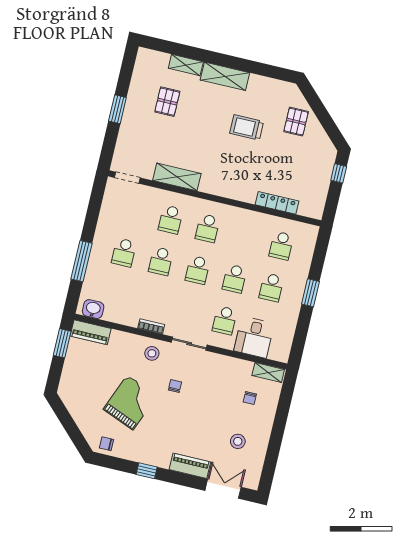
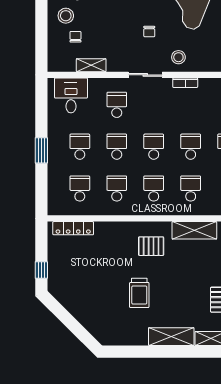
pallet: (296, 122) -> (151, 246), moved, turned 90
trolley: (247, 127) -> (139, 293), turned 90
locker: (277, 203) -> (73, 228), moved
school desk: (244, 237) -> (117, 188), added
desk: (254, 337) -> (71, 95), moved
shelving: (268, 372) -> (91, 65), moved
stool: (255, 421) -> (66, 16), added

